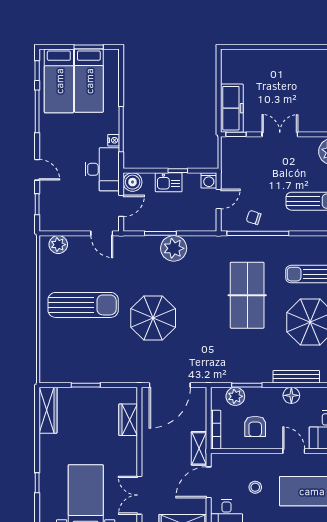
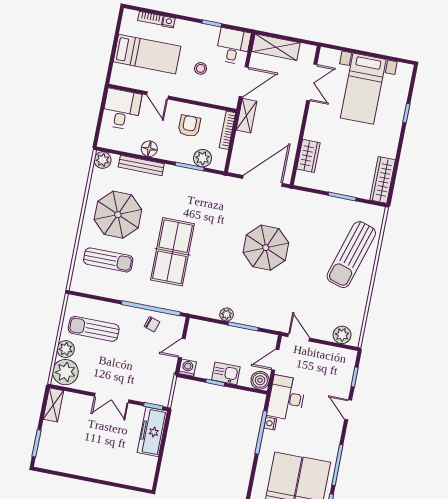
plant: (174, 248) -> (227, 314), width x0.53, depth x0.53
sun lounger: (83, 305) -> (351, 255), moved, turned -73

